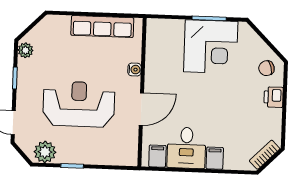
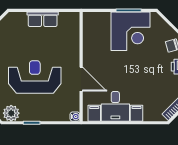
row of seats: (102, 27) -> (43, 19), width x0.68
water cooler: (134, 70) -> (75, 117), moved
door: (141, 109) -> (81, 79), hinge flipped

